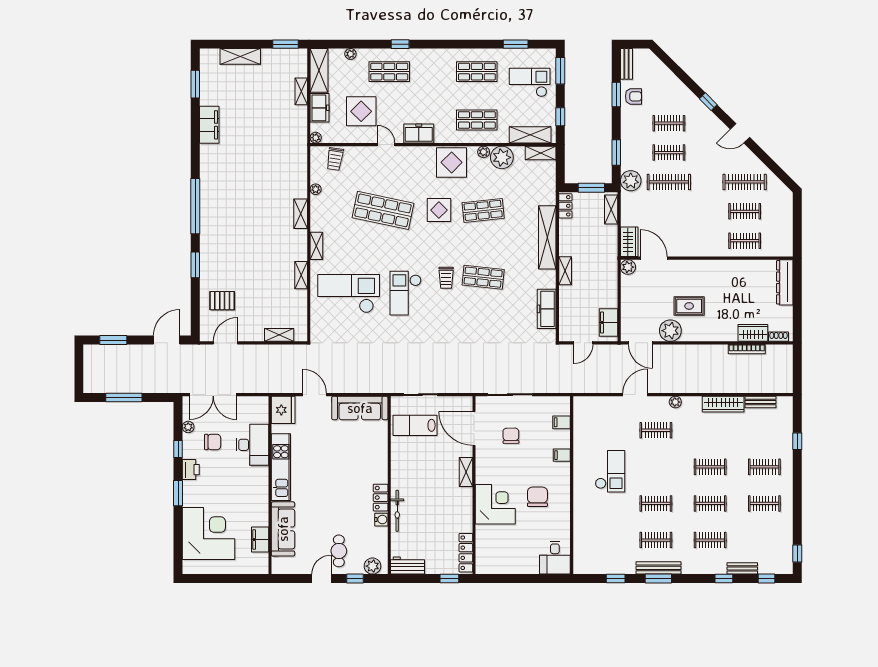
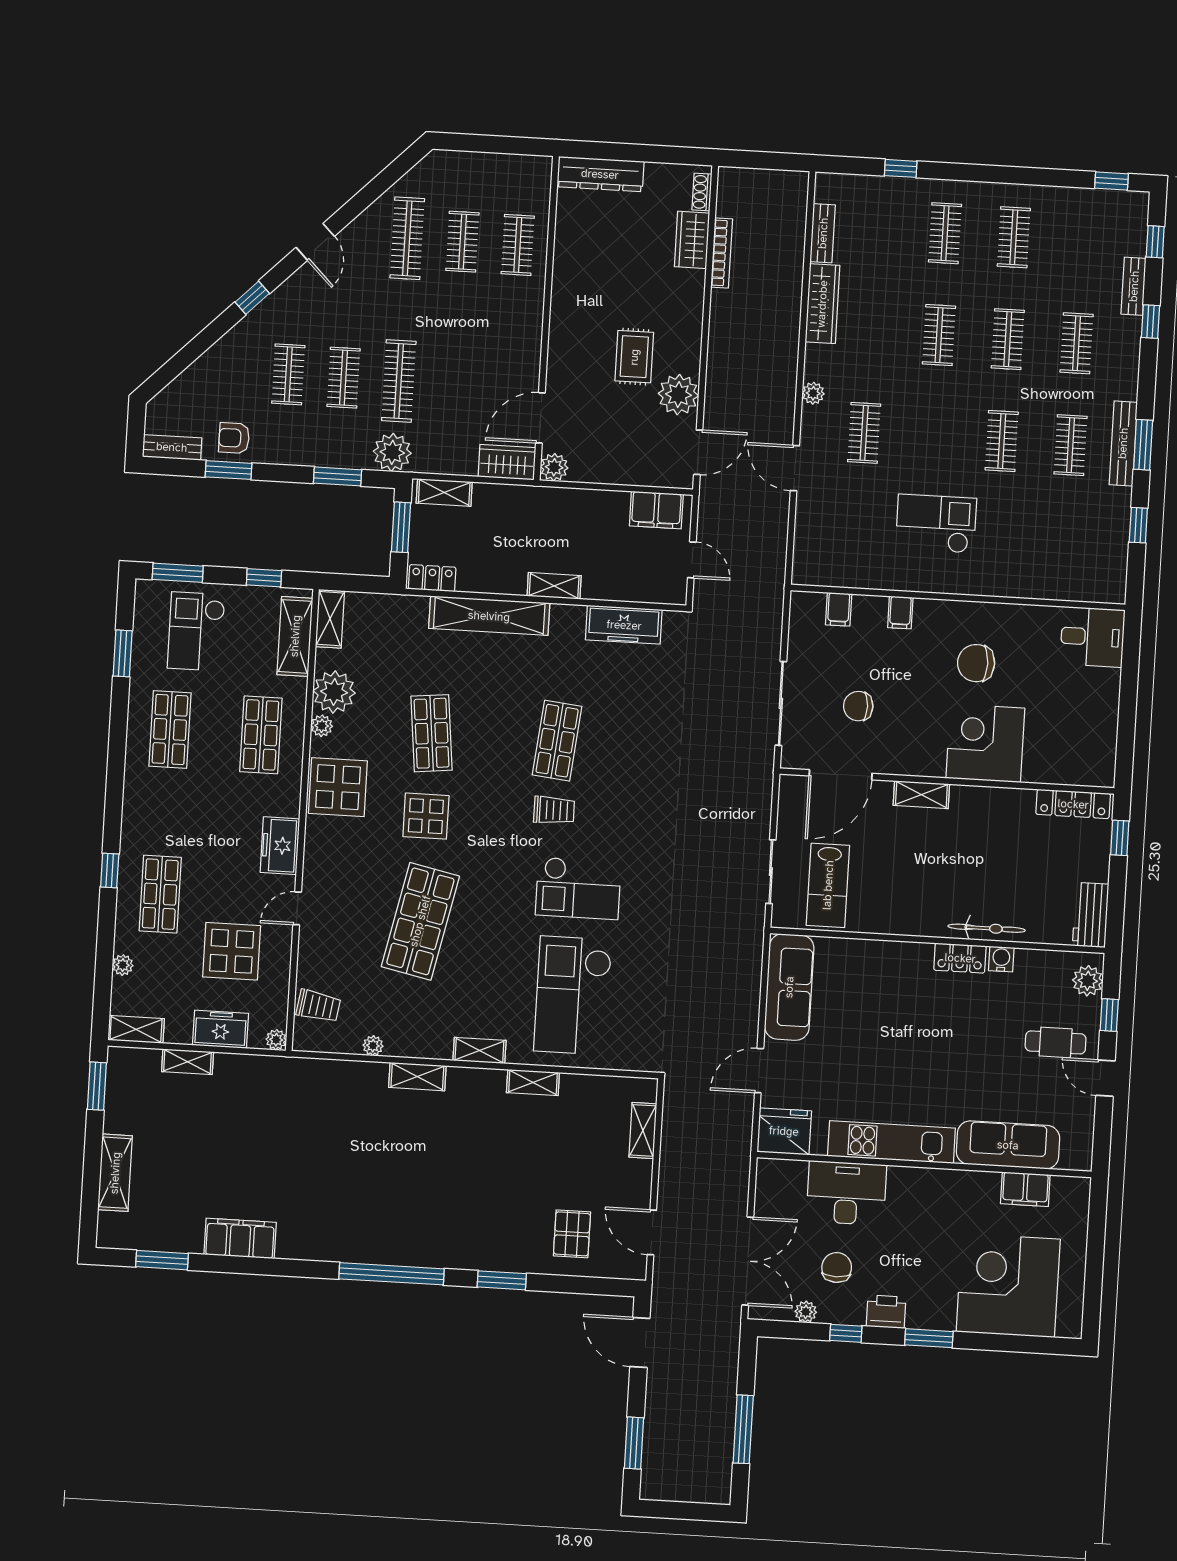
shelving: (319, 70) -> (136, 1029), width x0.67, depth x0.75
armchair: (633, 96) -> (234, 438), turned -90

